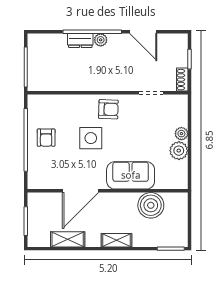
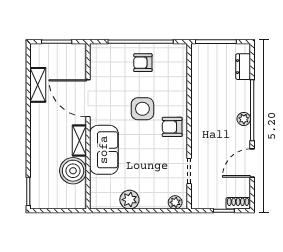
dresser: (80, 40) -> (243, 67), moved
shoe rack: (182, 80) -> (238, 203), moved
armchair: (108, 109) -> (172, 127), turned 88
plant: (181, 134) -> (175, 202), moved
shelving: (117, 240) -> (79, 141), moved

